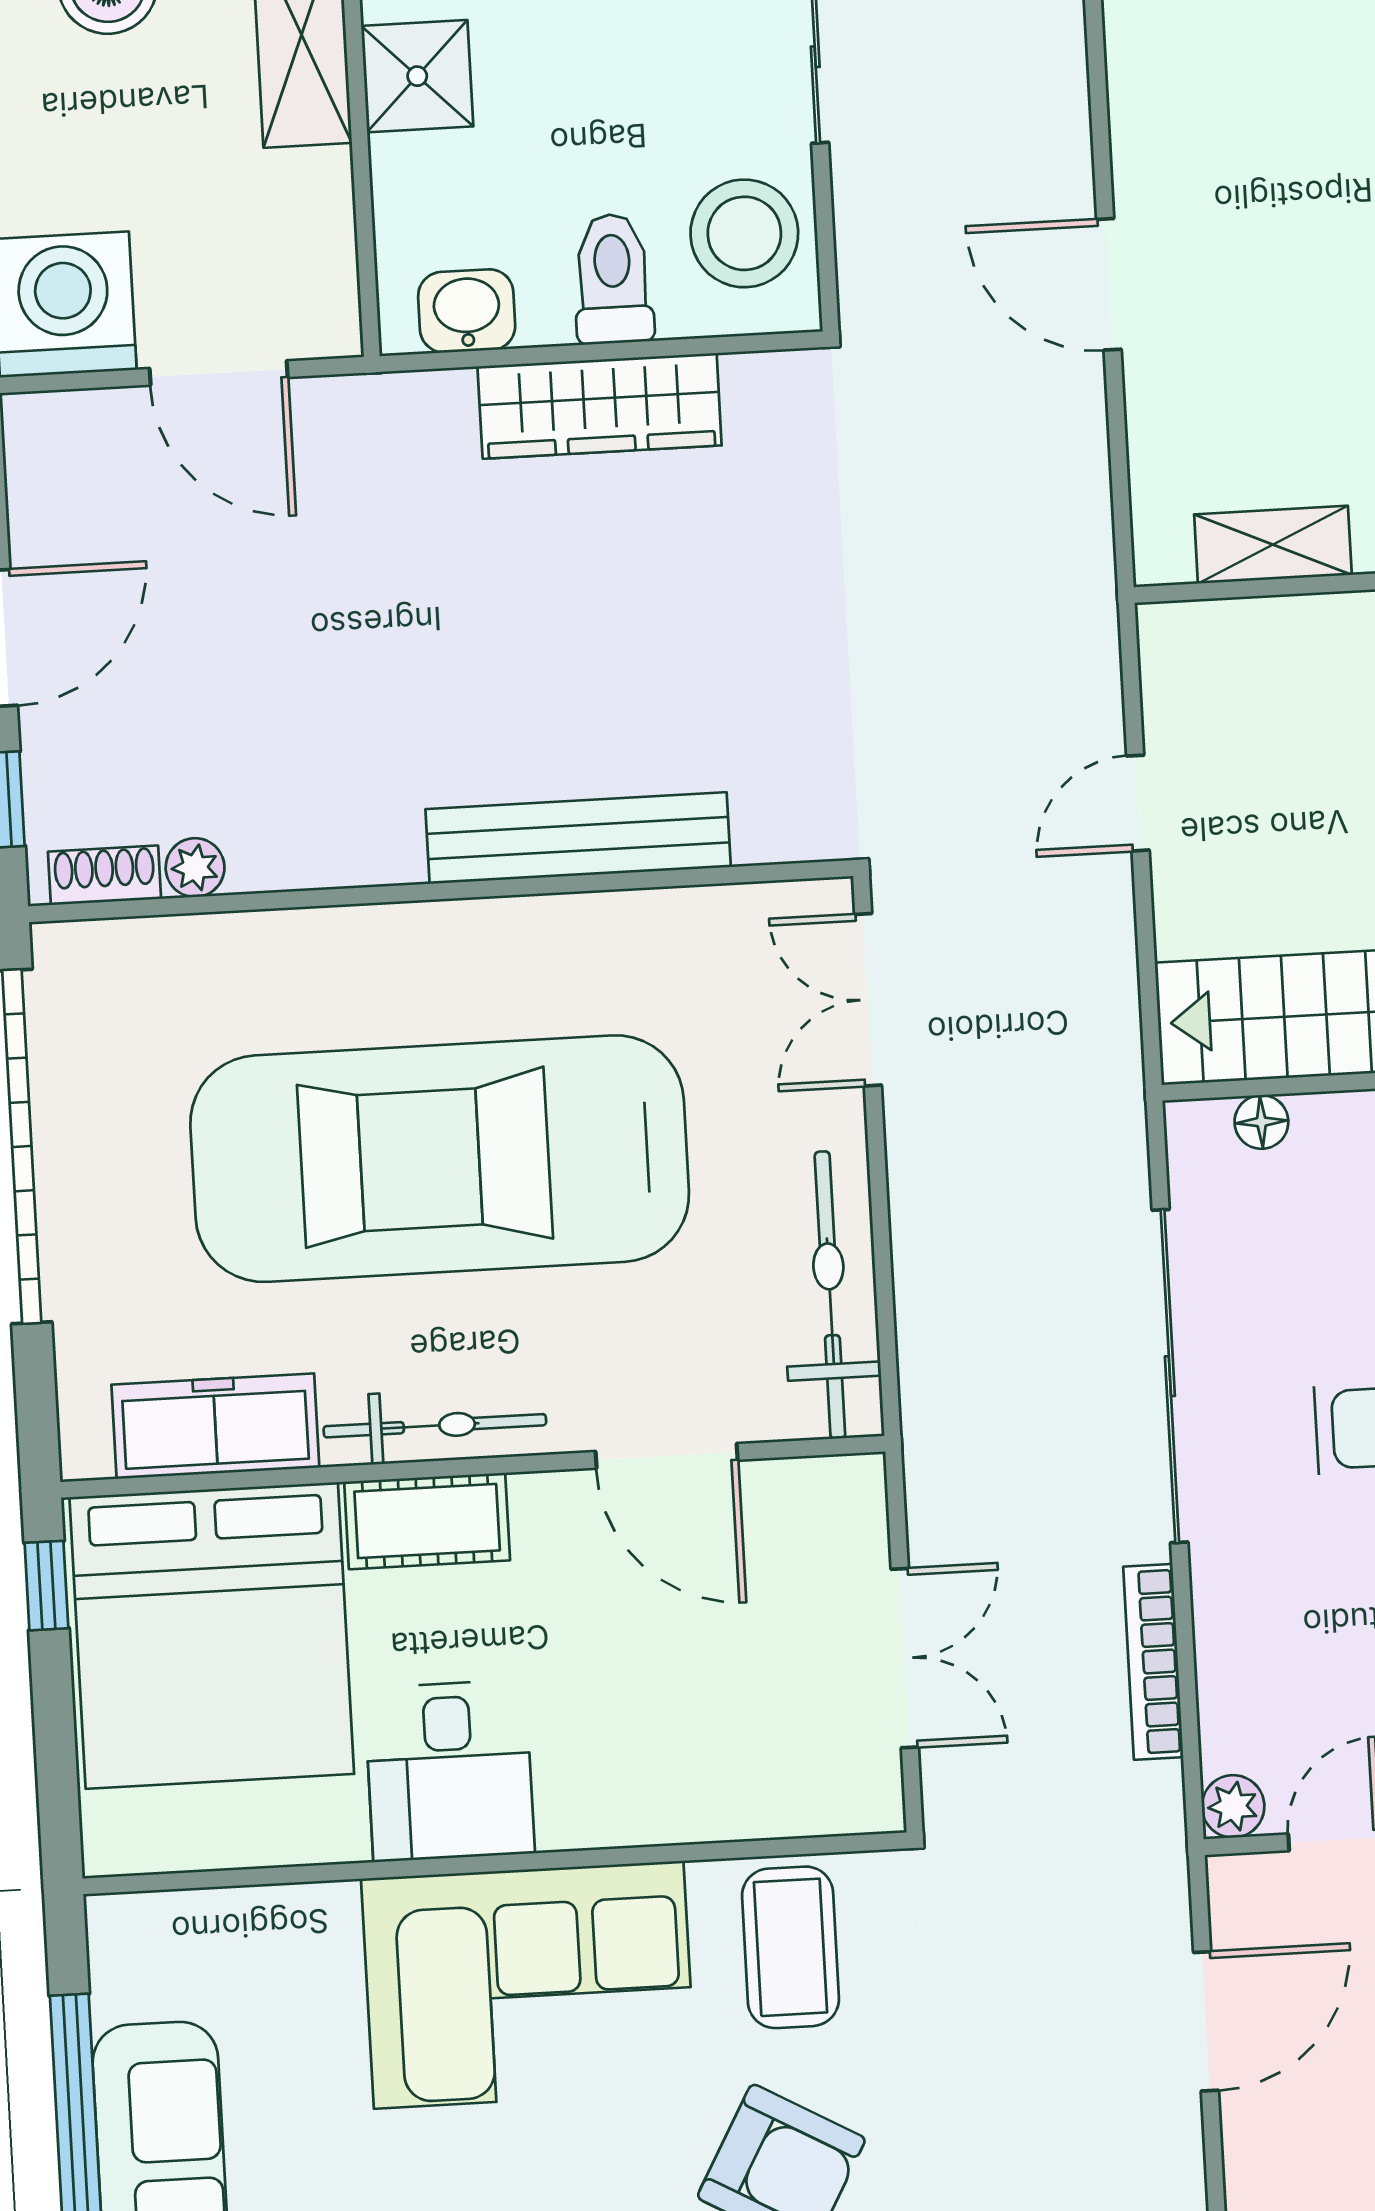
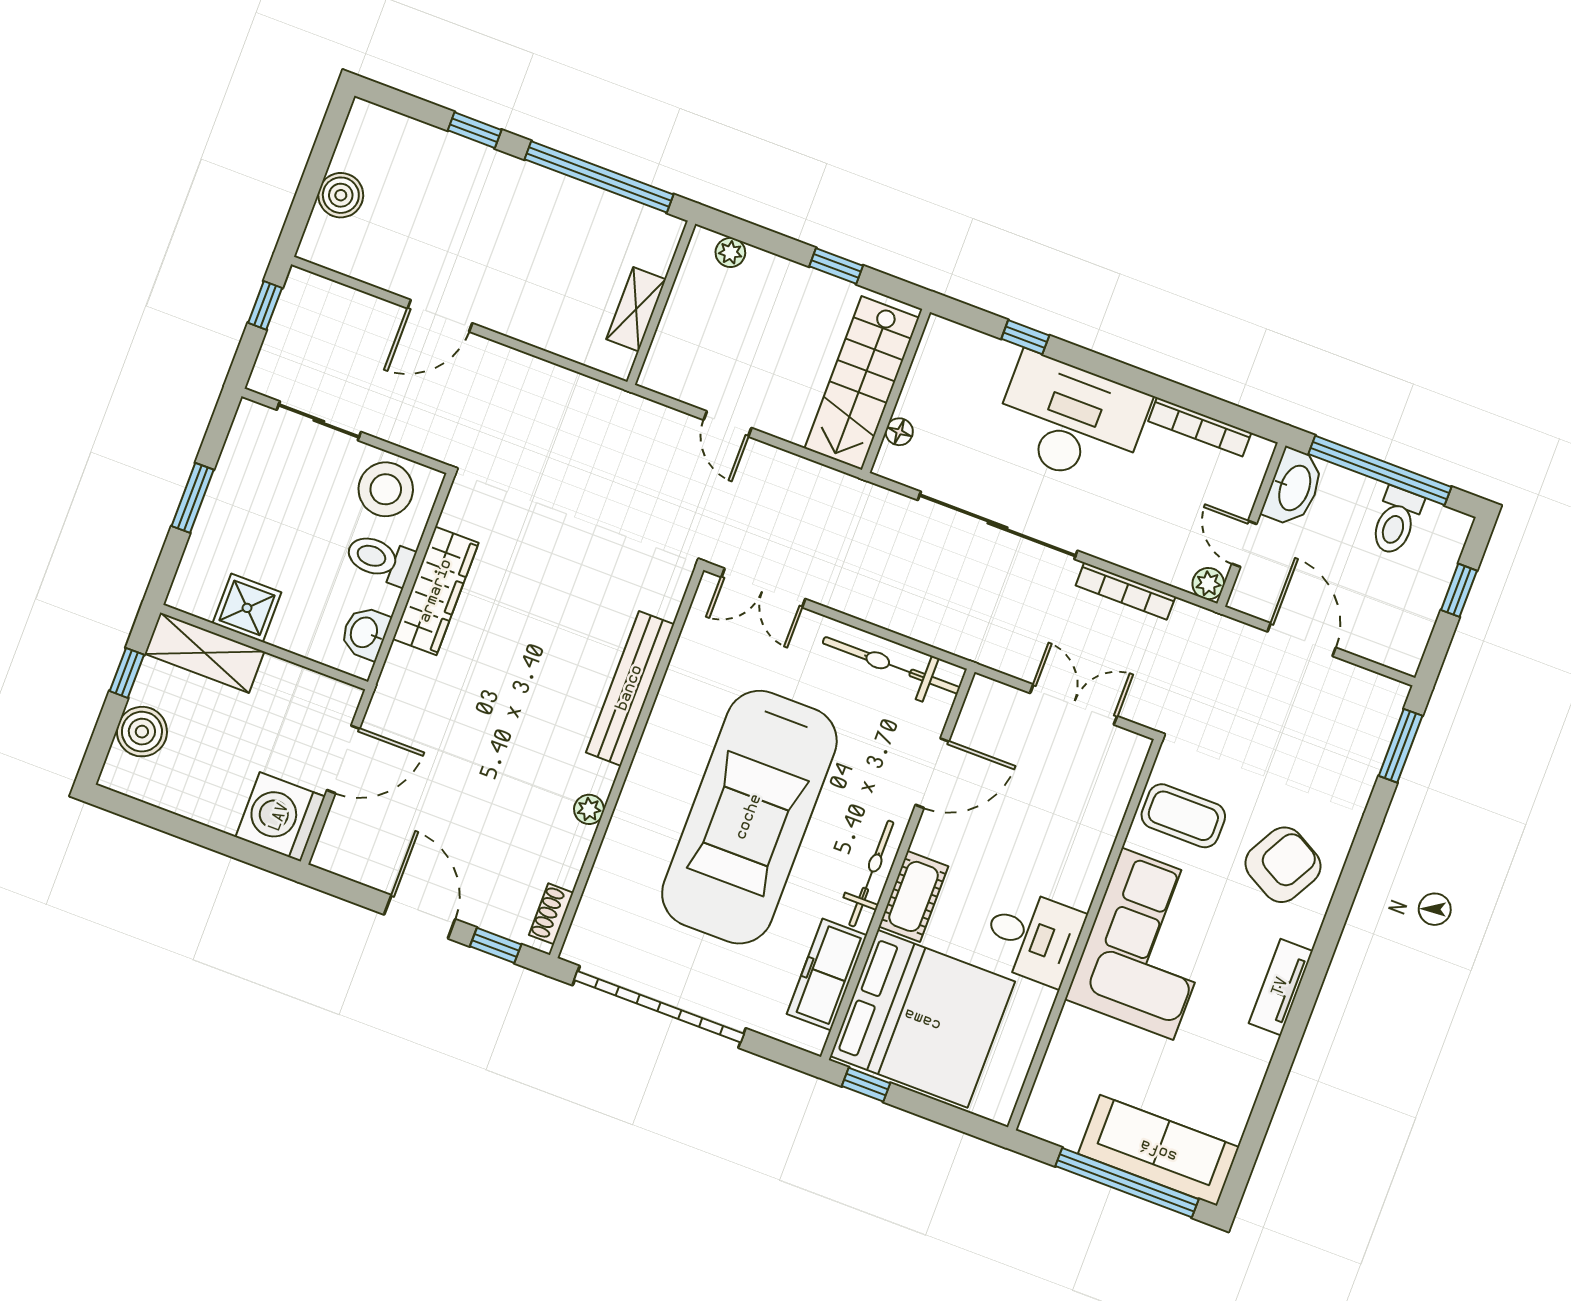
door: (1109, 284) -> (440, 316), moved
plant: (195, 868) -> (589, 809), moved

